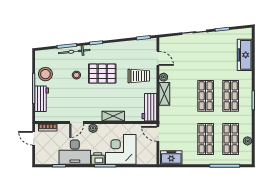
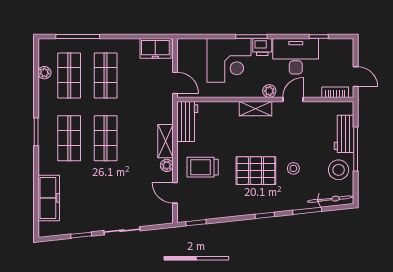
bicycle: (74, 51) -> (330, 199), moved
shelving: (113, 116) -> (256, 109), moved

